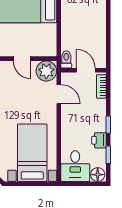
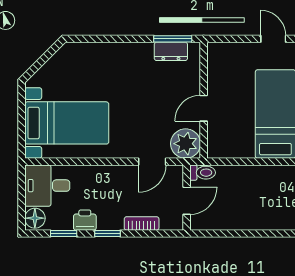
bookcase: (101, 86) -> (142, 223), moved

